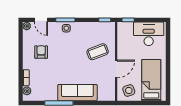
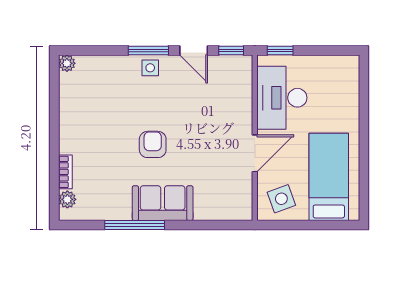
door: (41, 20) -> (194, 51), moved
desk: (149, 34) -> (282, 98), moved, turned -90
armchair: (41, 52) -> (153, 144), moved
coffee table: (98, 52) -> (216, 117), removed
sofa: (77, 93) -> (163, 203), width x0.73

